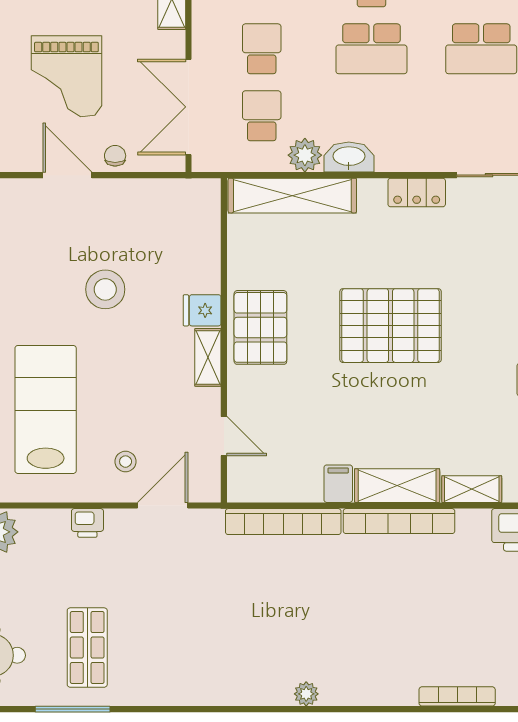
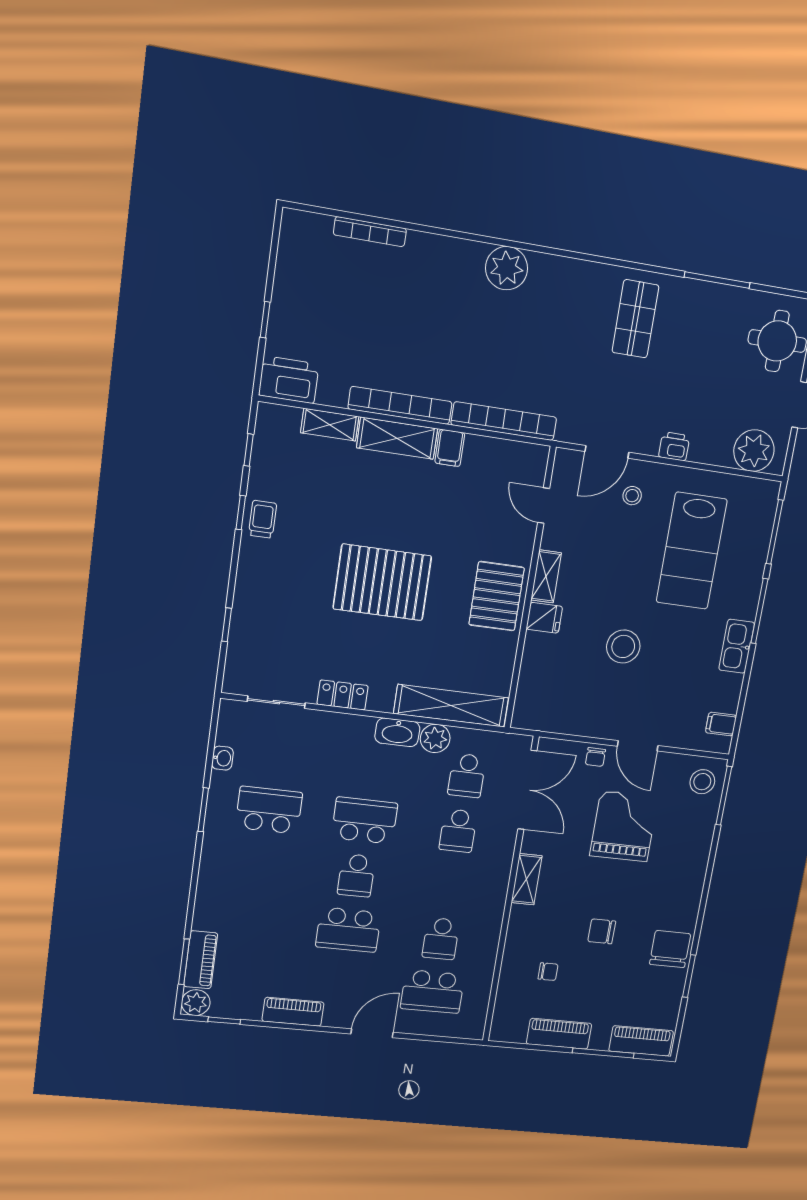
shop shelf: (87, 648) -> (635, 319), moved
plant: (306, 694) -> (507, 268), width x1.87, depth x1.87

